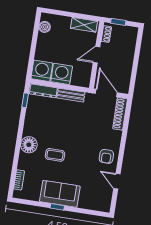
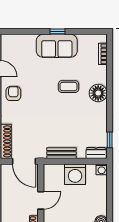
washing machine: (42, 71) -> (102, 169), width x0.53, depth x0.53
dresser: (43, 91) -> (96, 153), width x0.70

